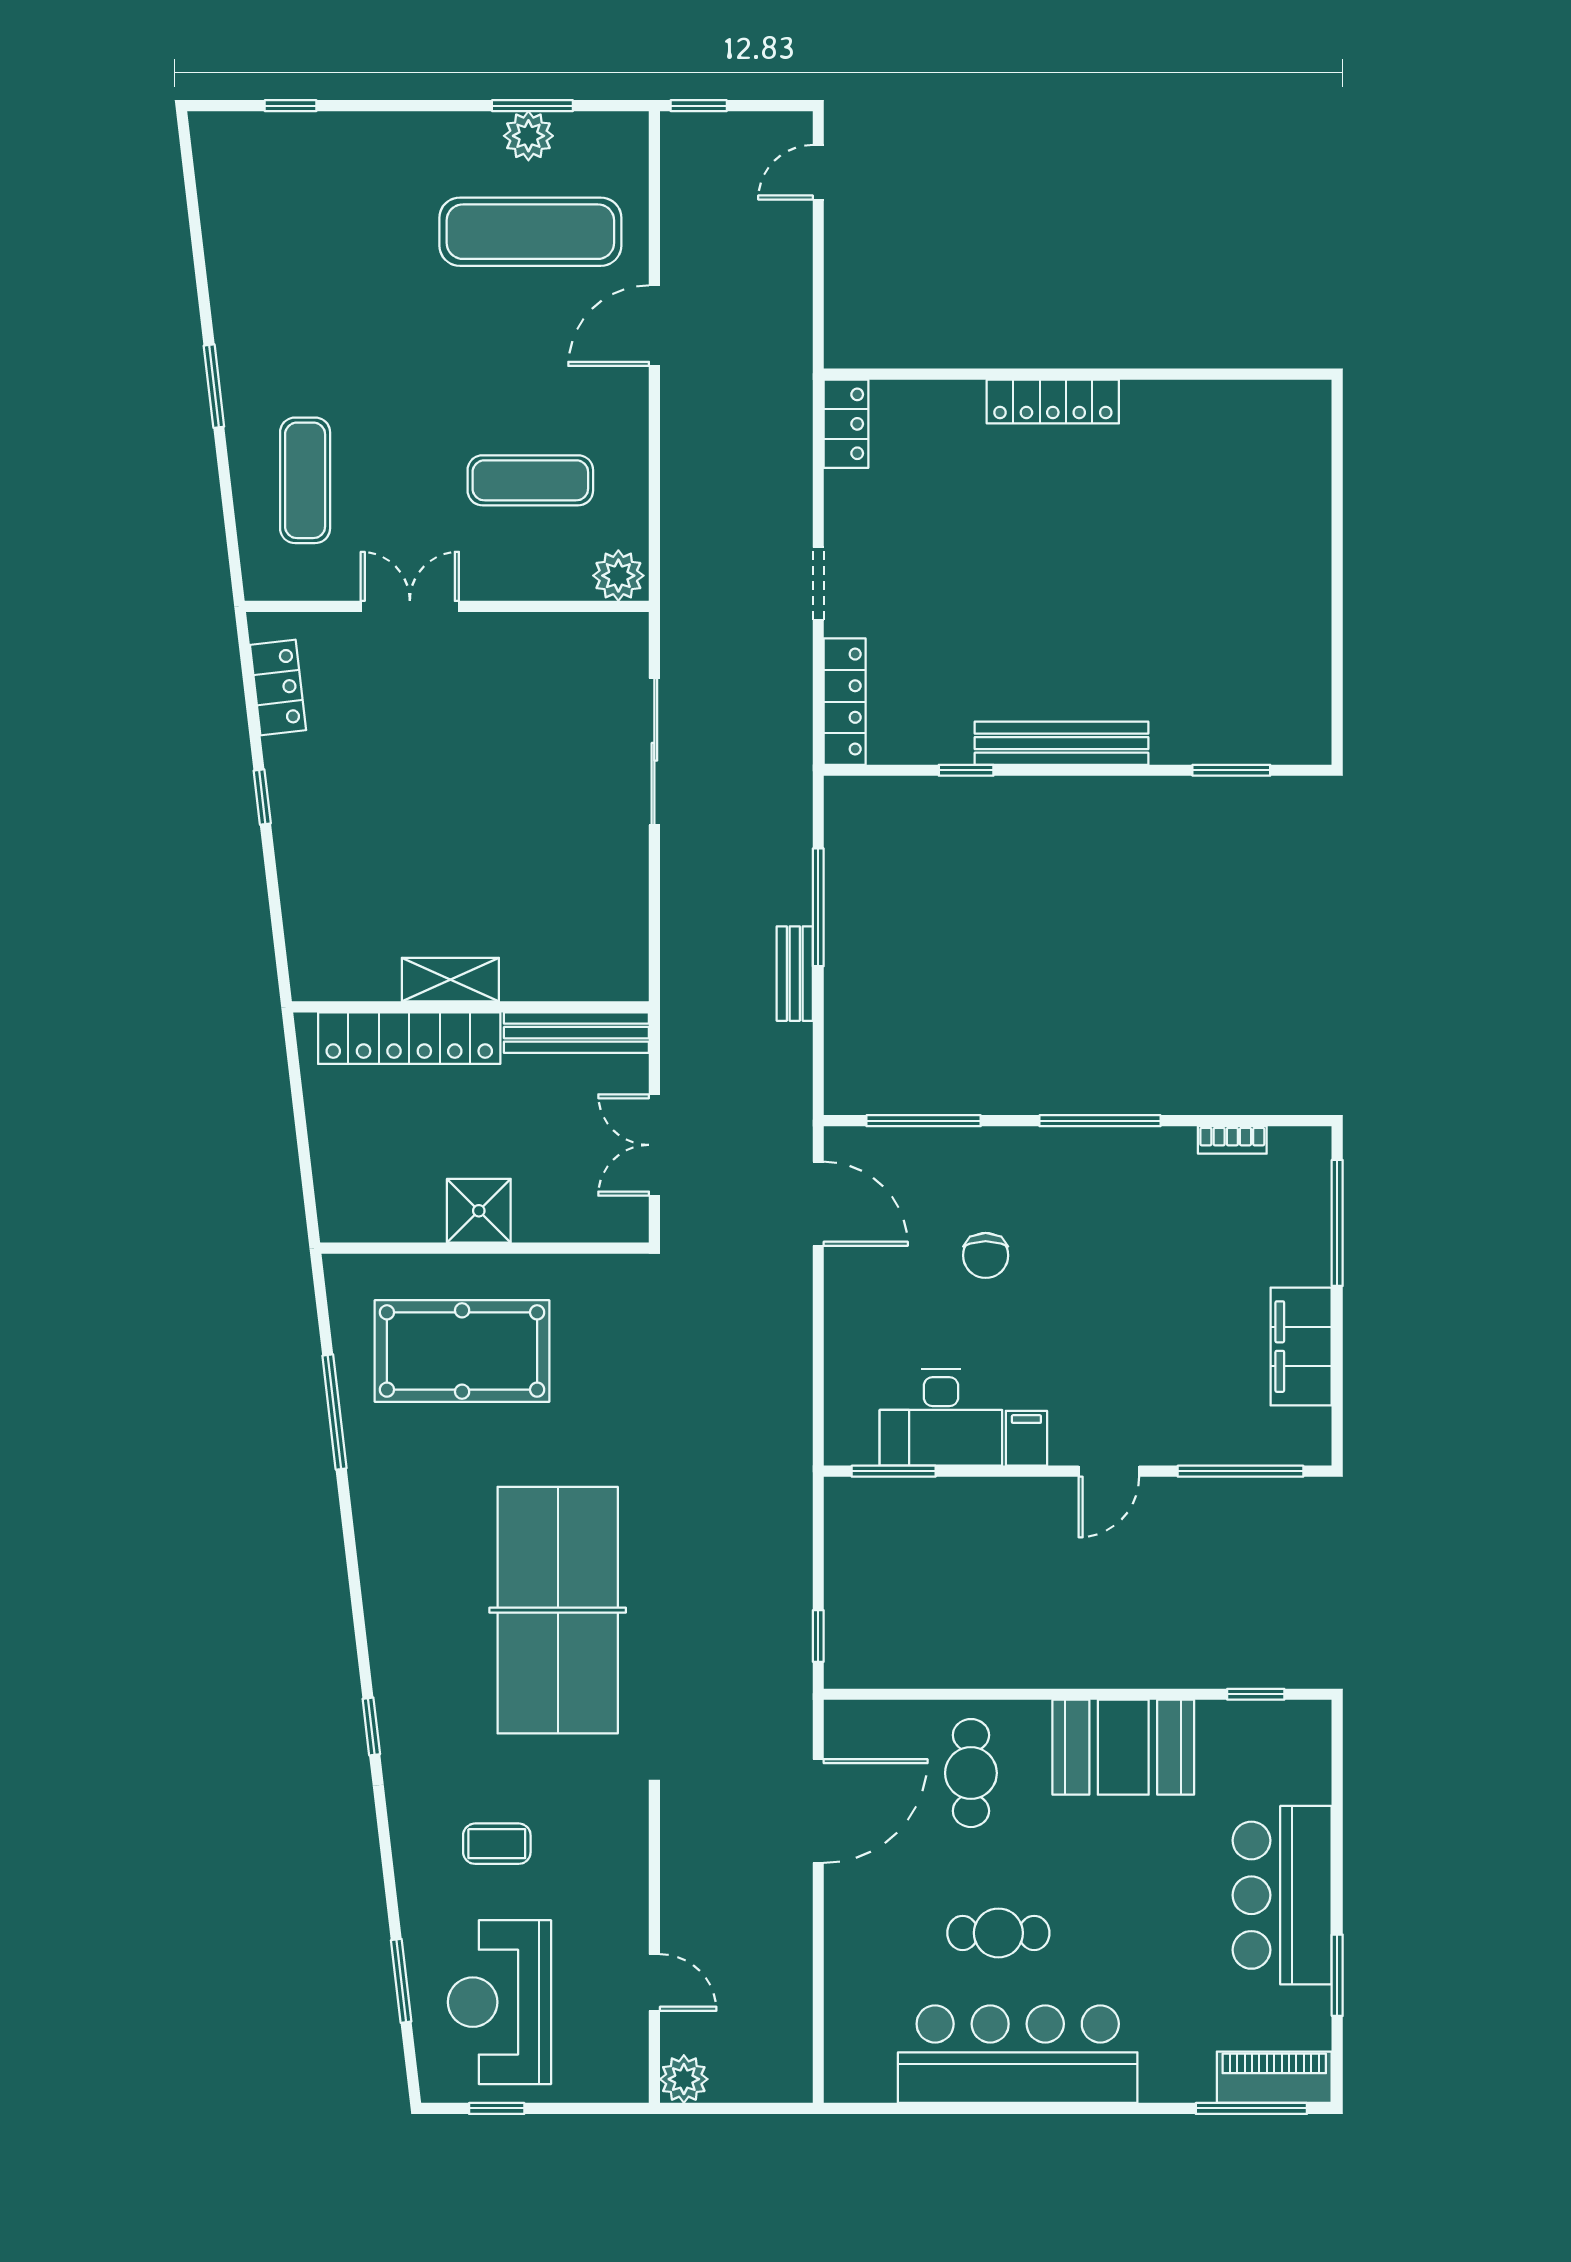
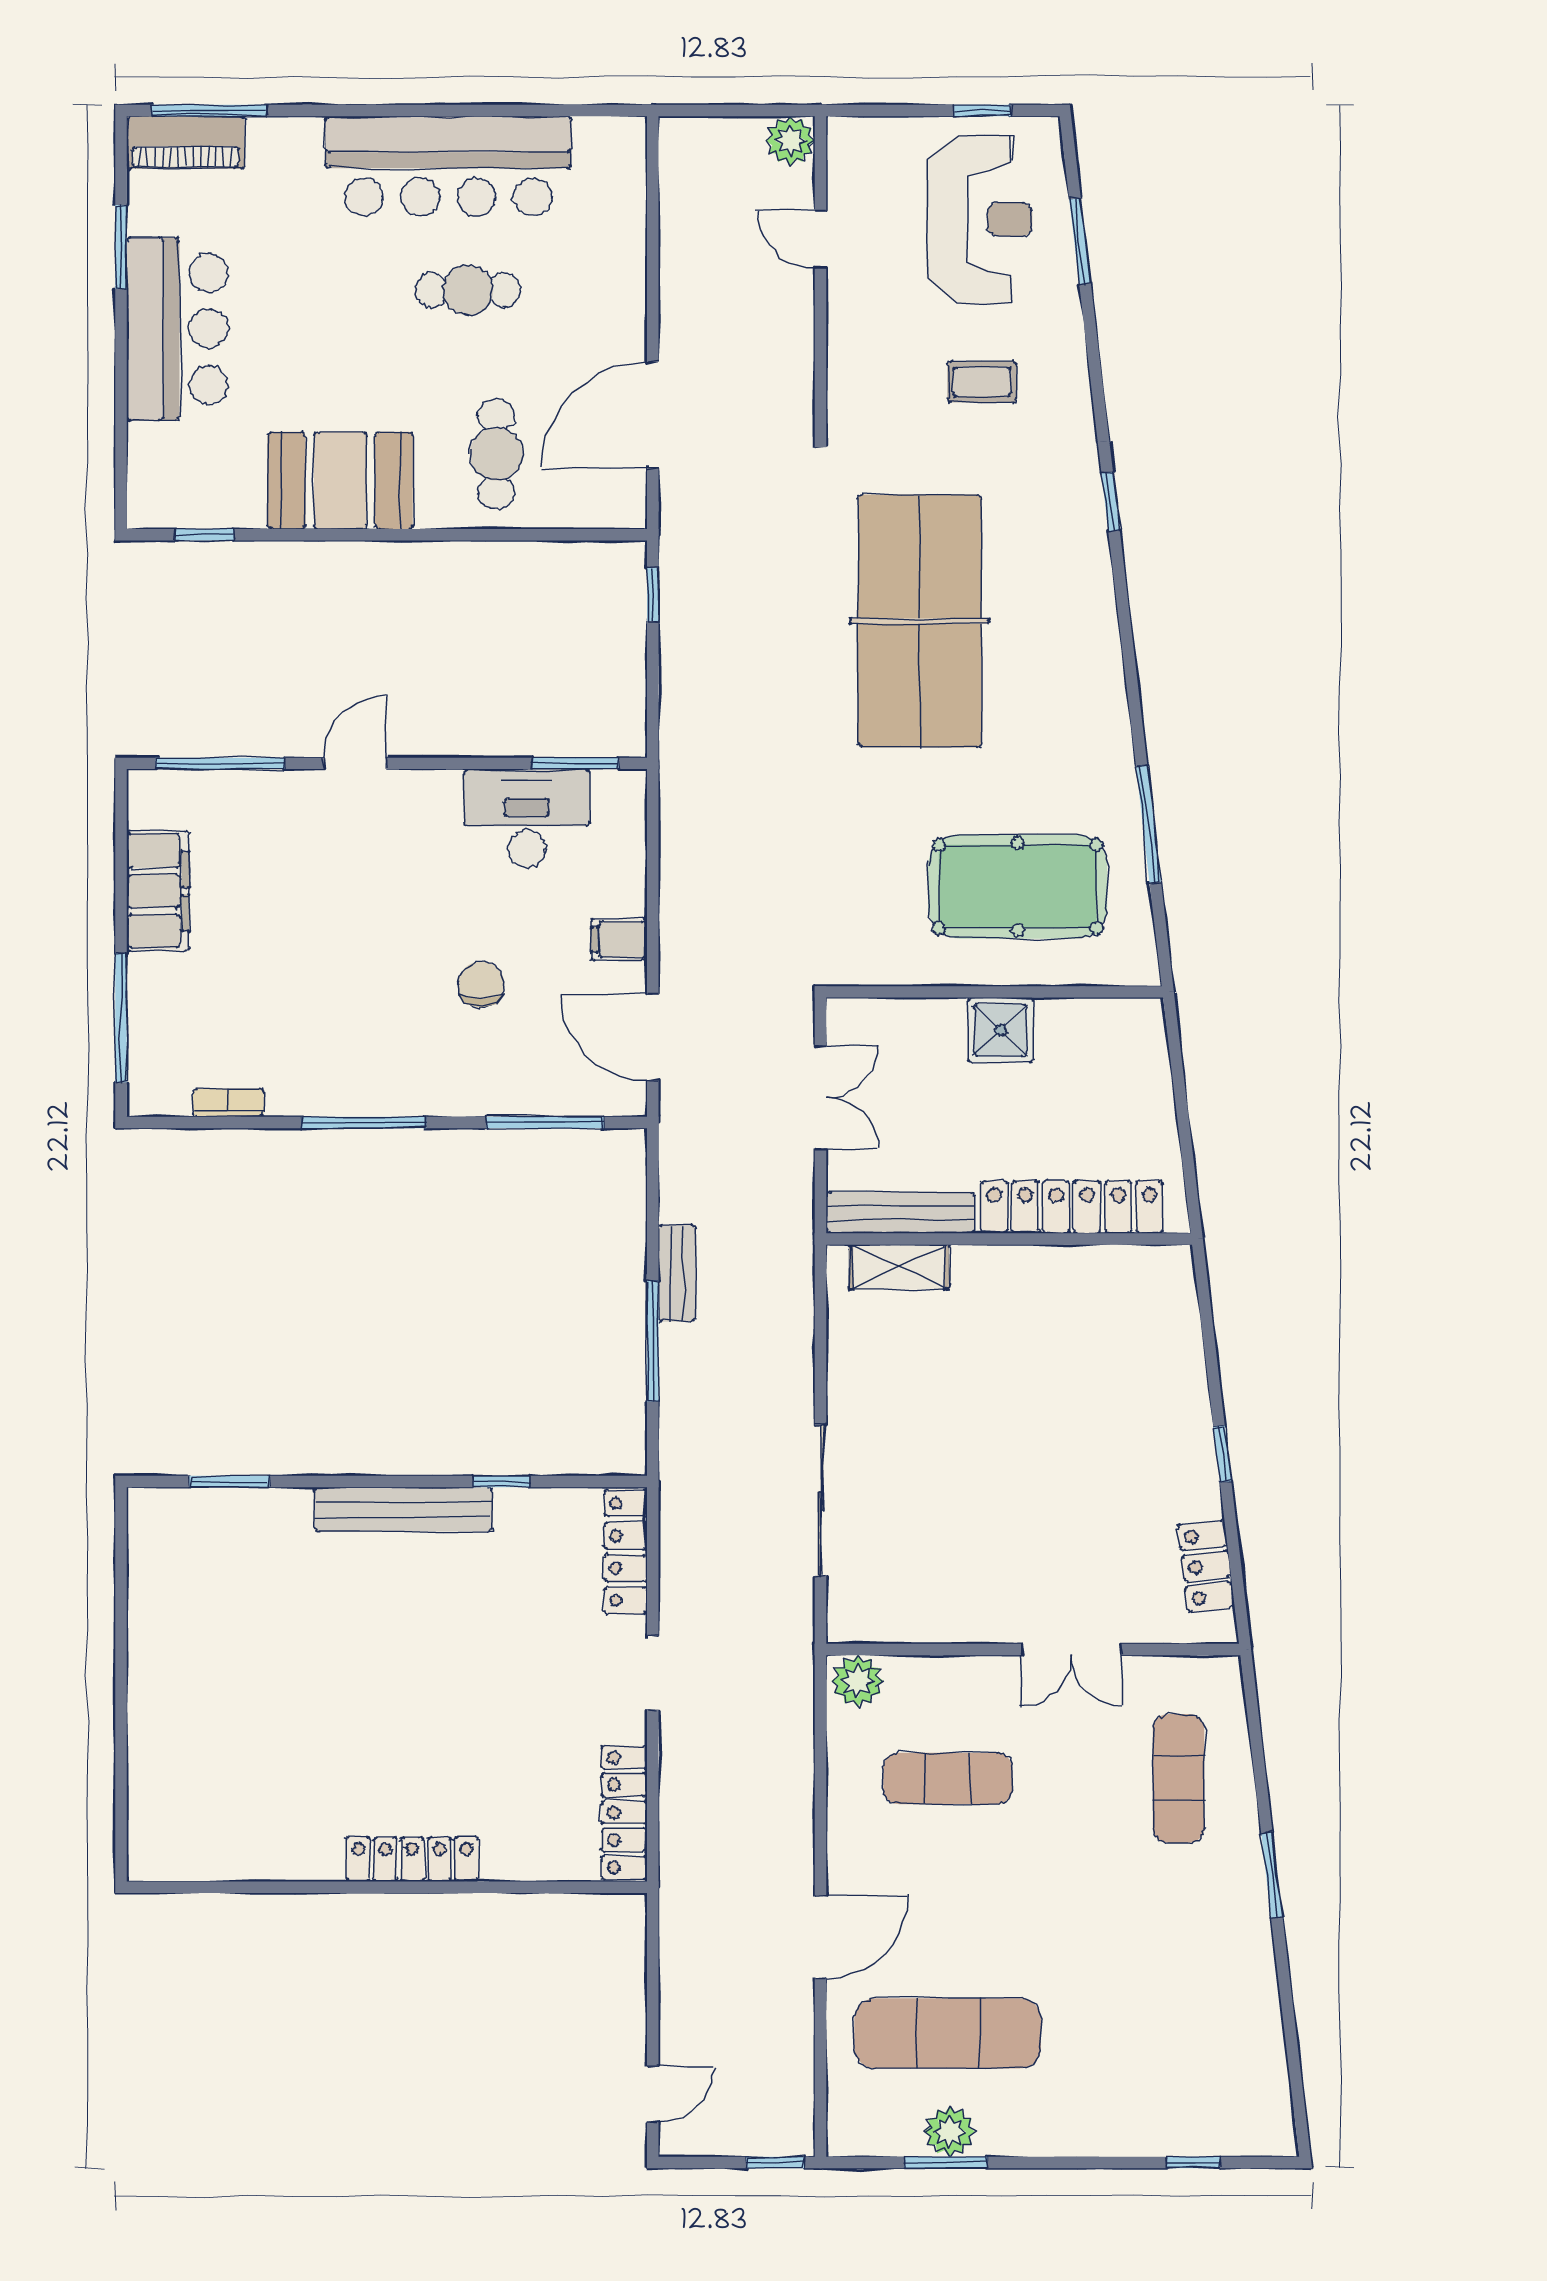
locker: (846, 424) -> (624, 1813), width x1.53
shelving: (450, 980) -> (899, 1267), moved
filing cabinet: (1026, 1438) -> (619, 939), moved, turned 90

